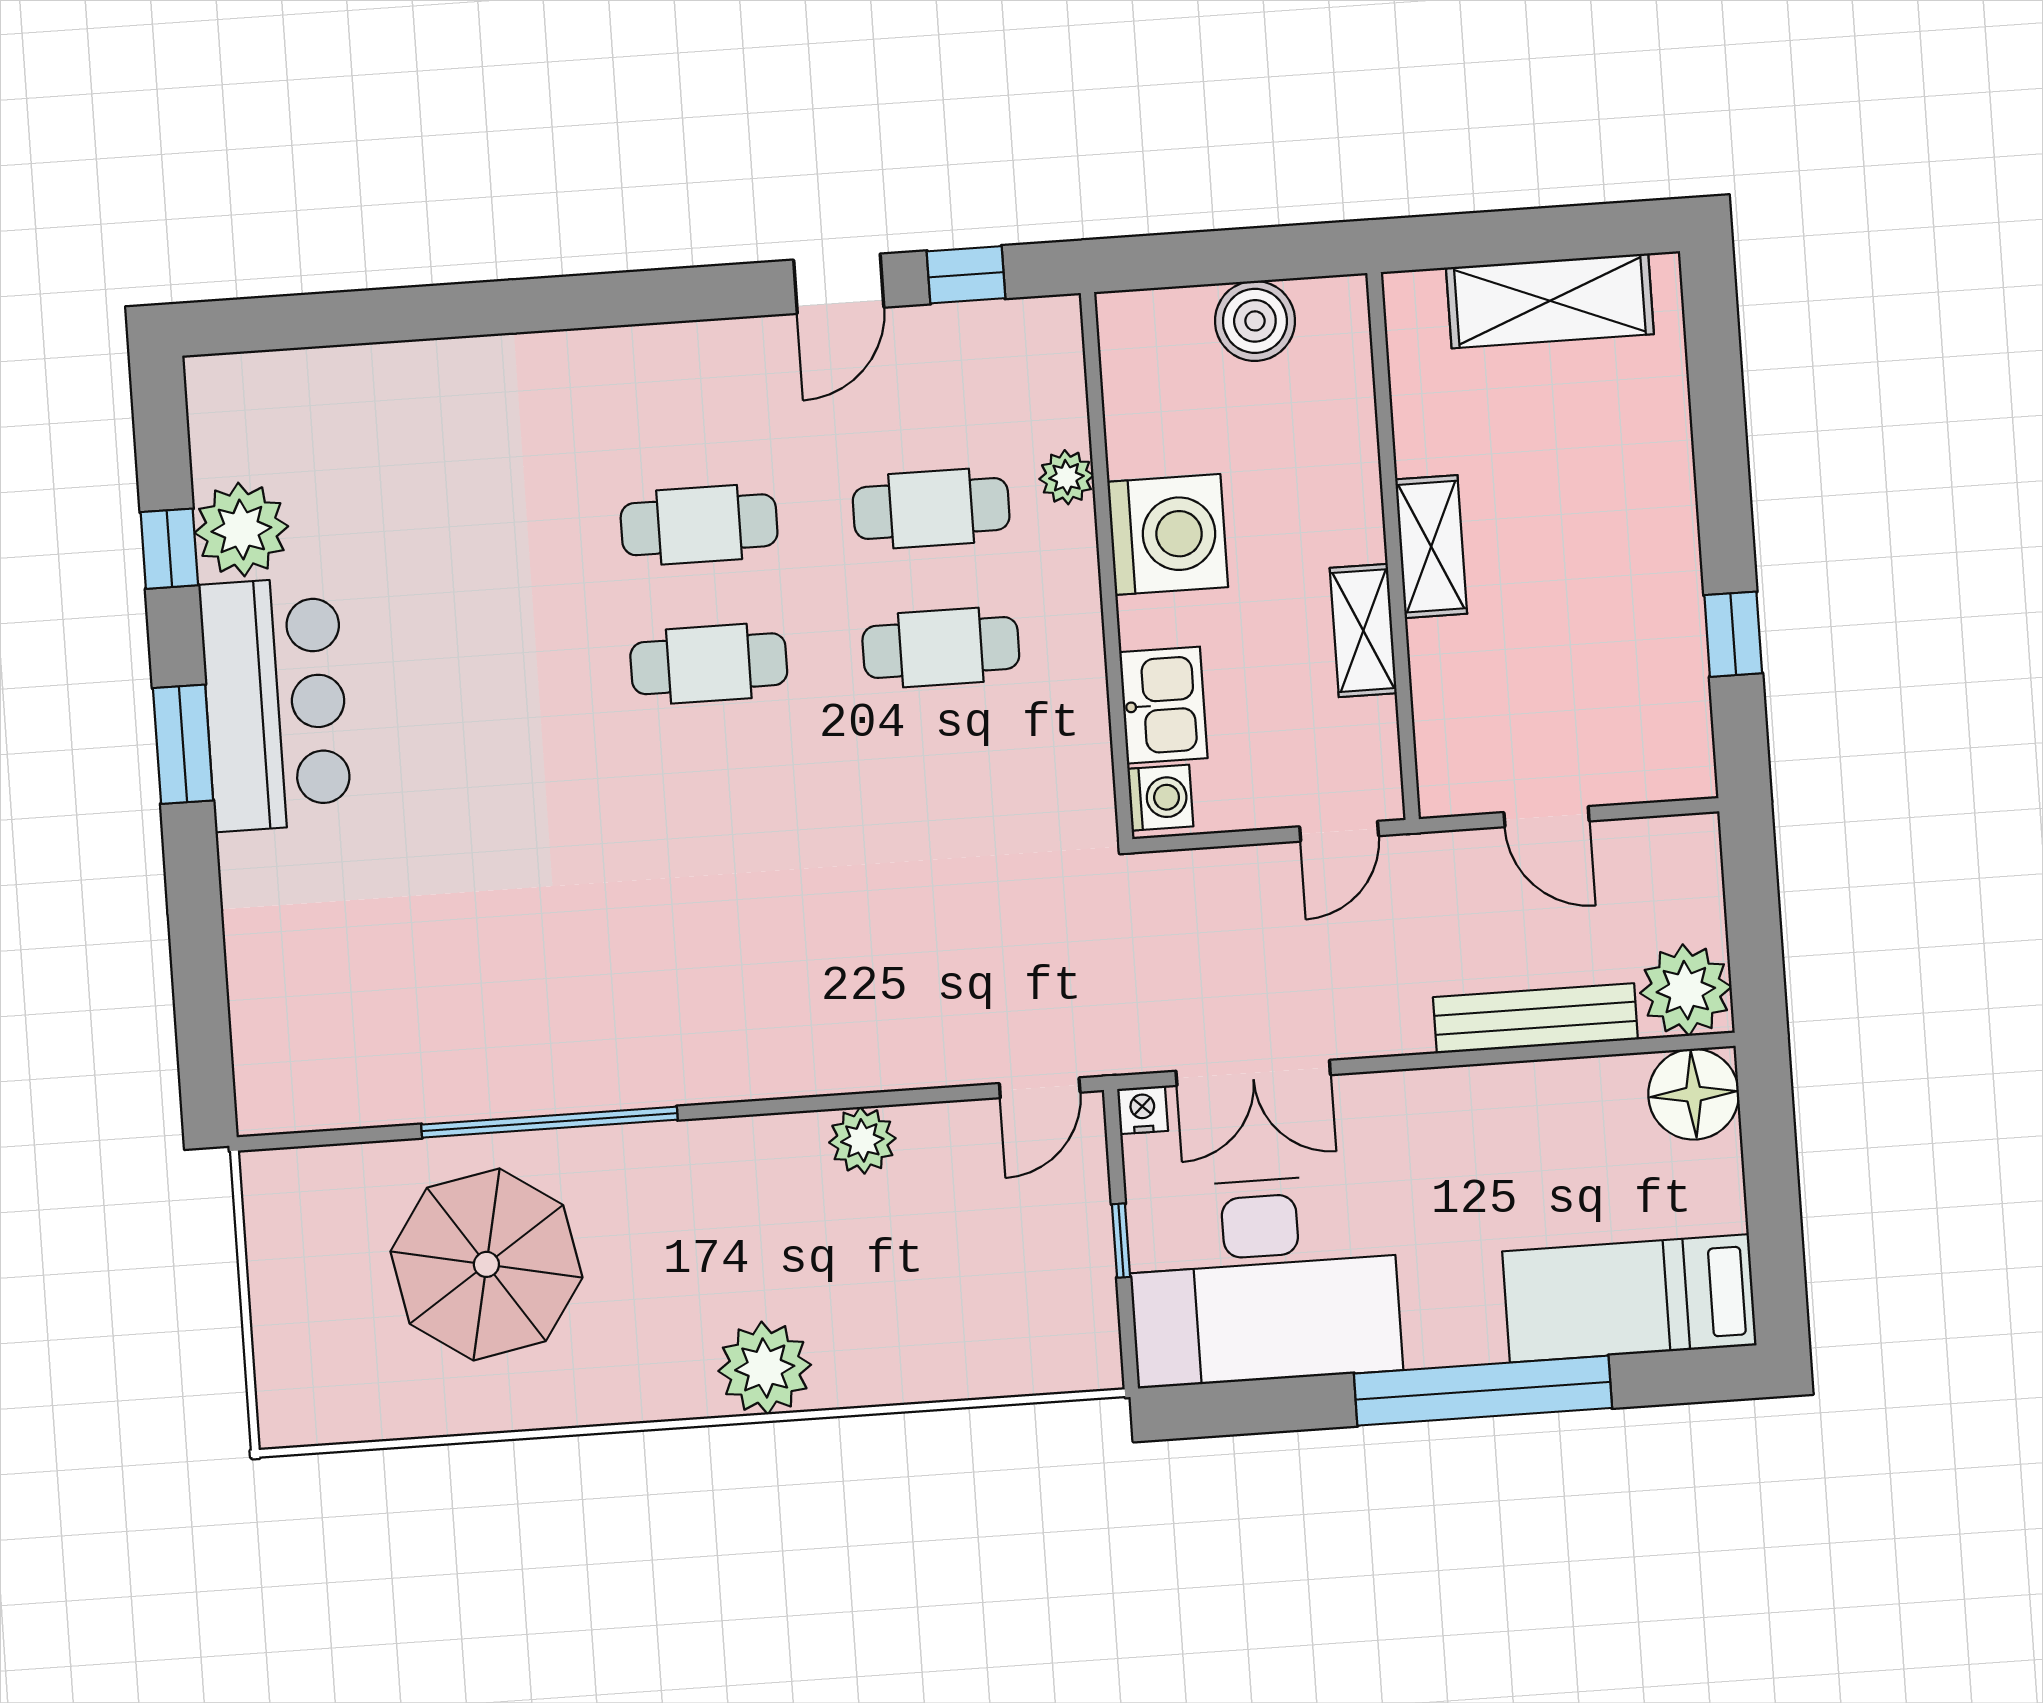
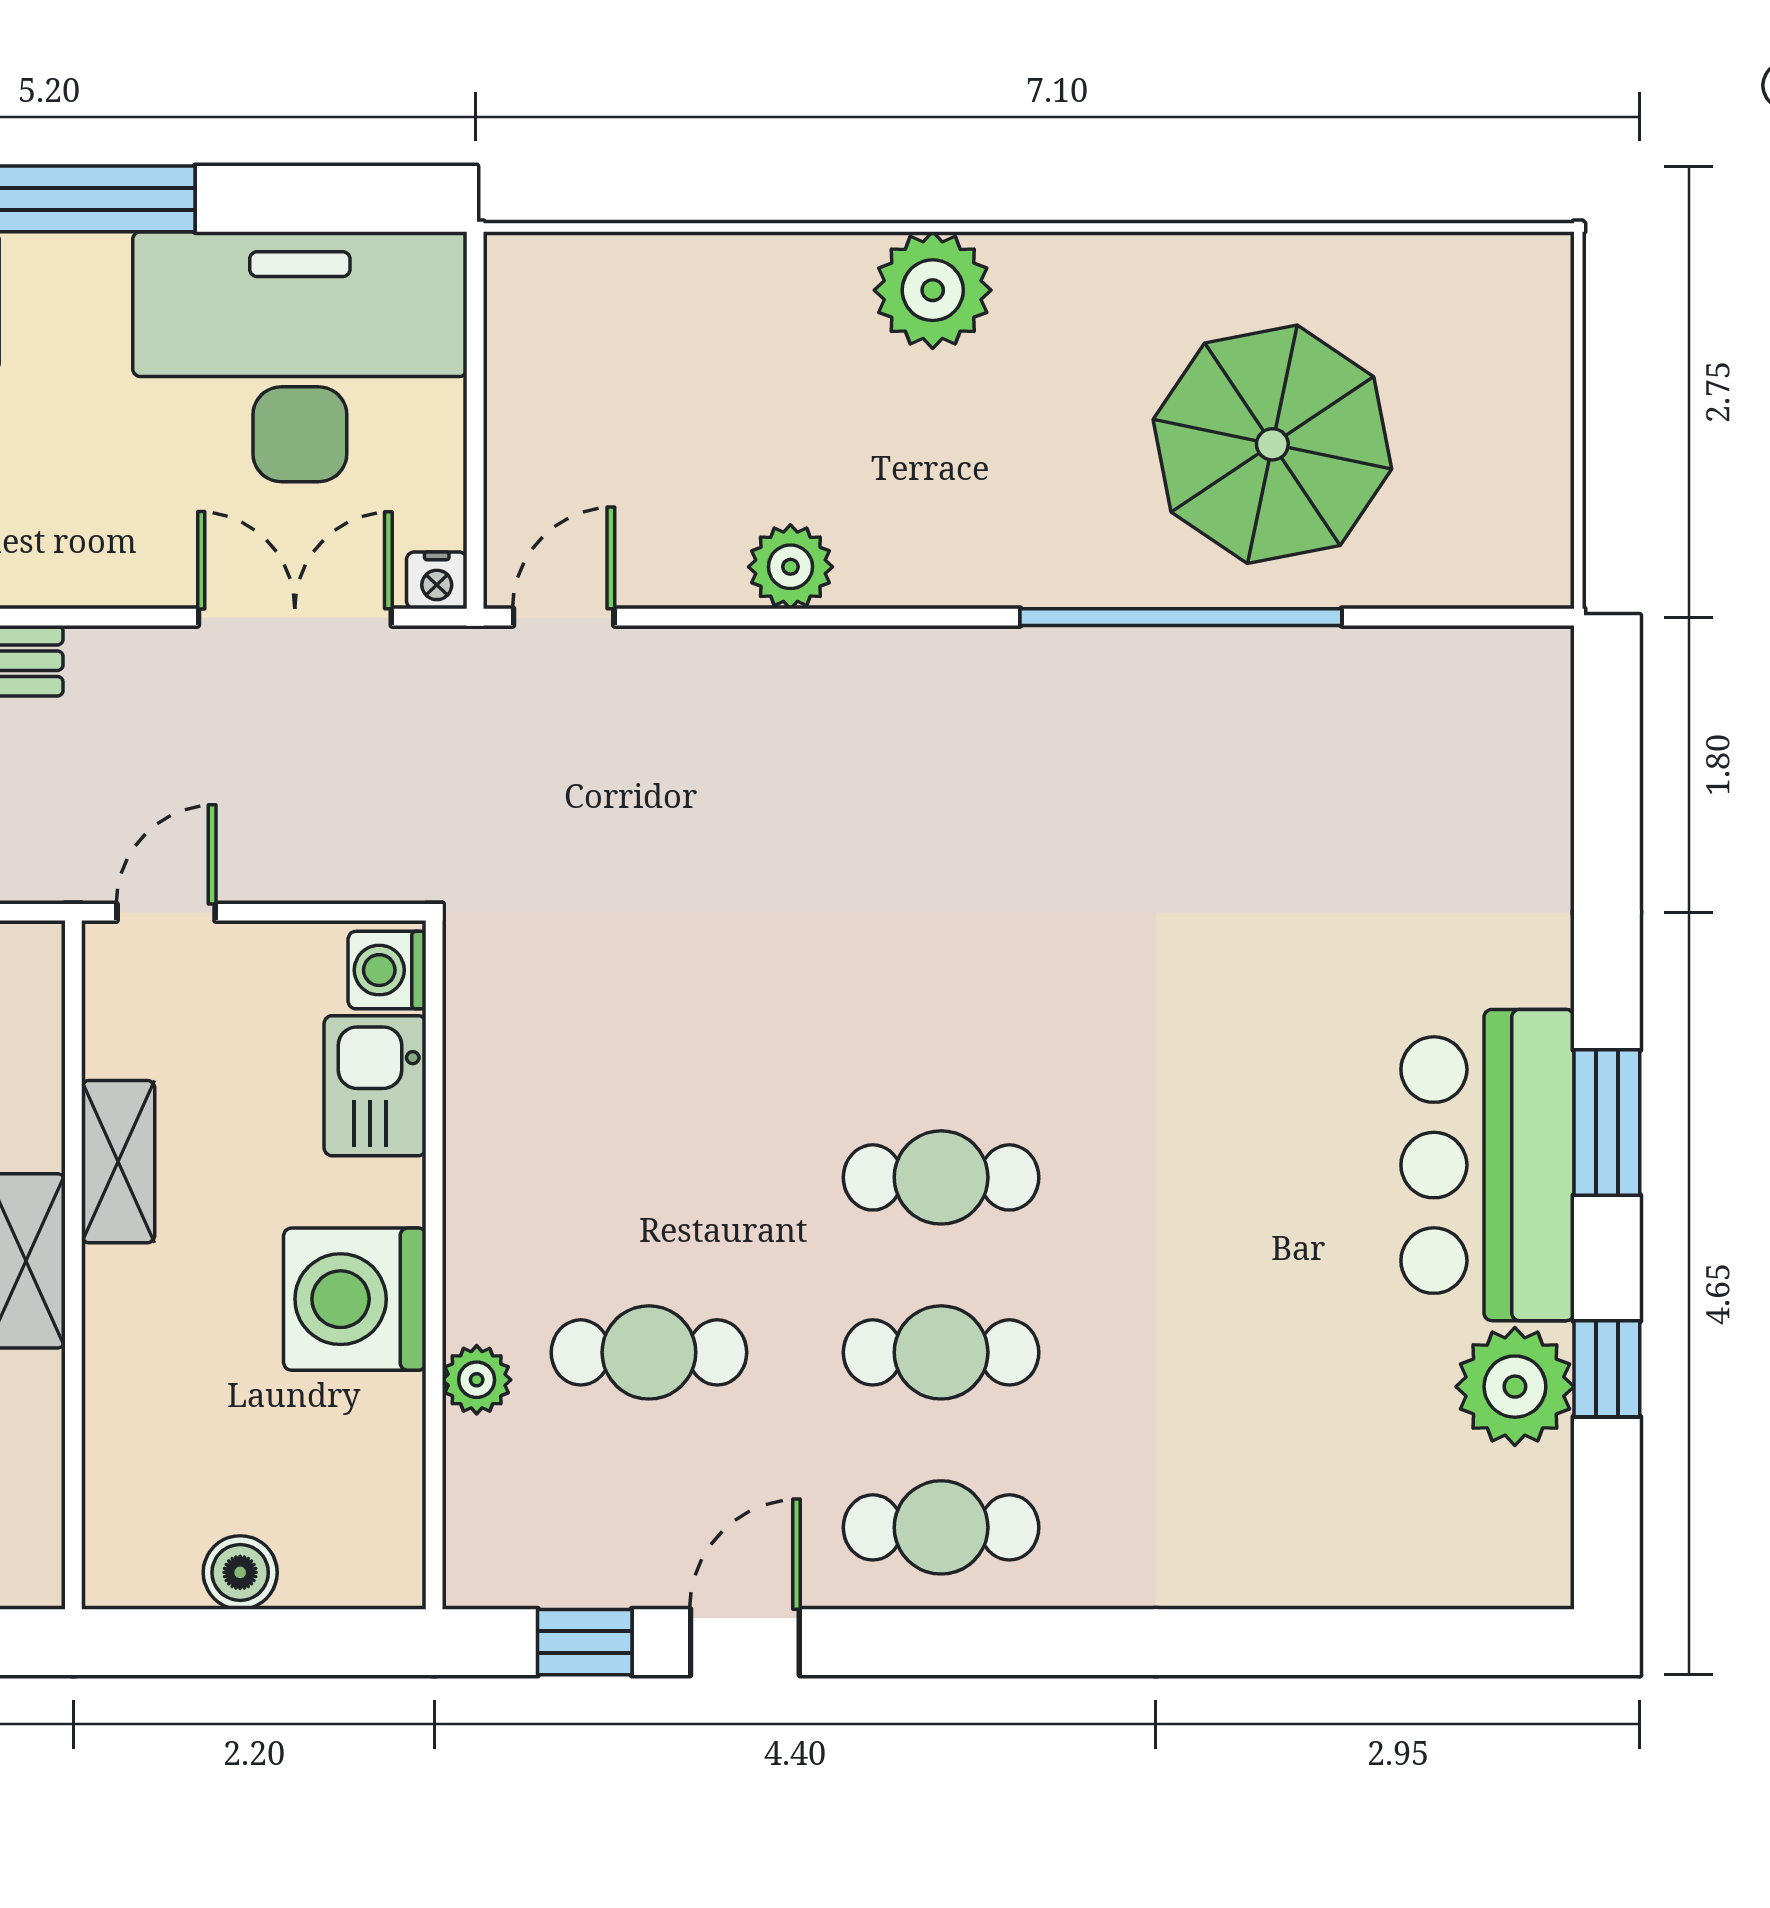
boiler: (1255, 321) -> (240, 1572), width x0.73, depth x0.73
cafe table: (941, 647) -> (941, 1527), moved
window: (1121, 1241) -> (475, 419), removed

